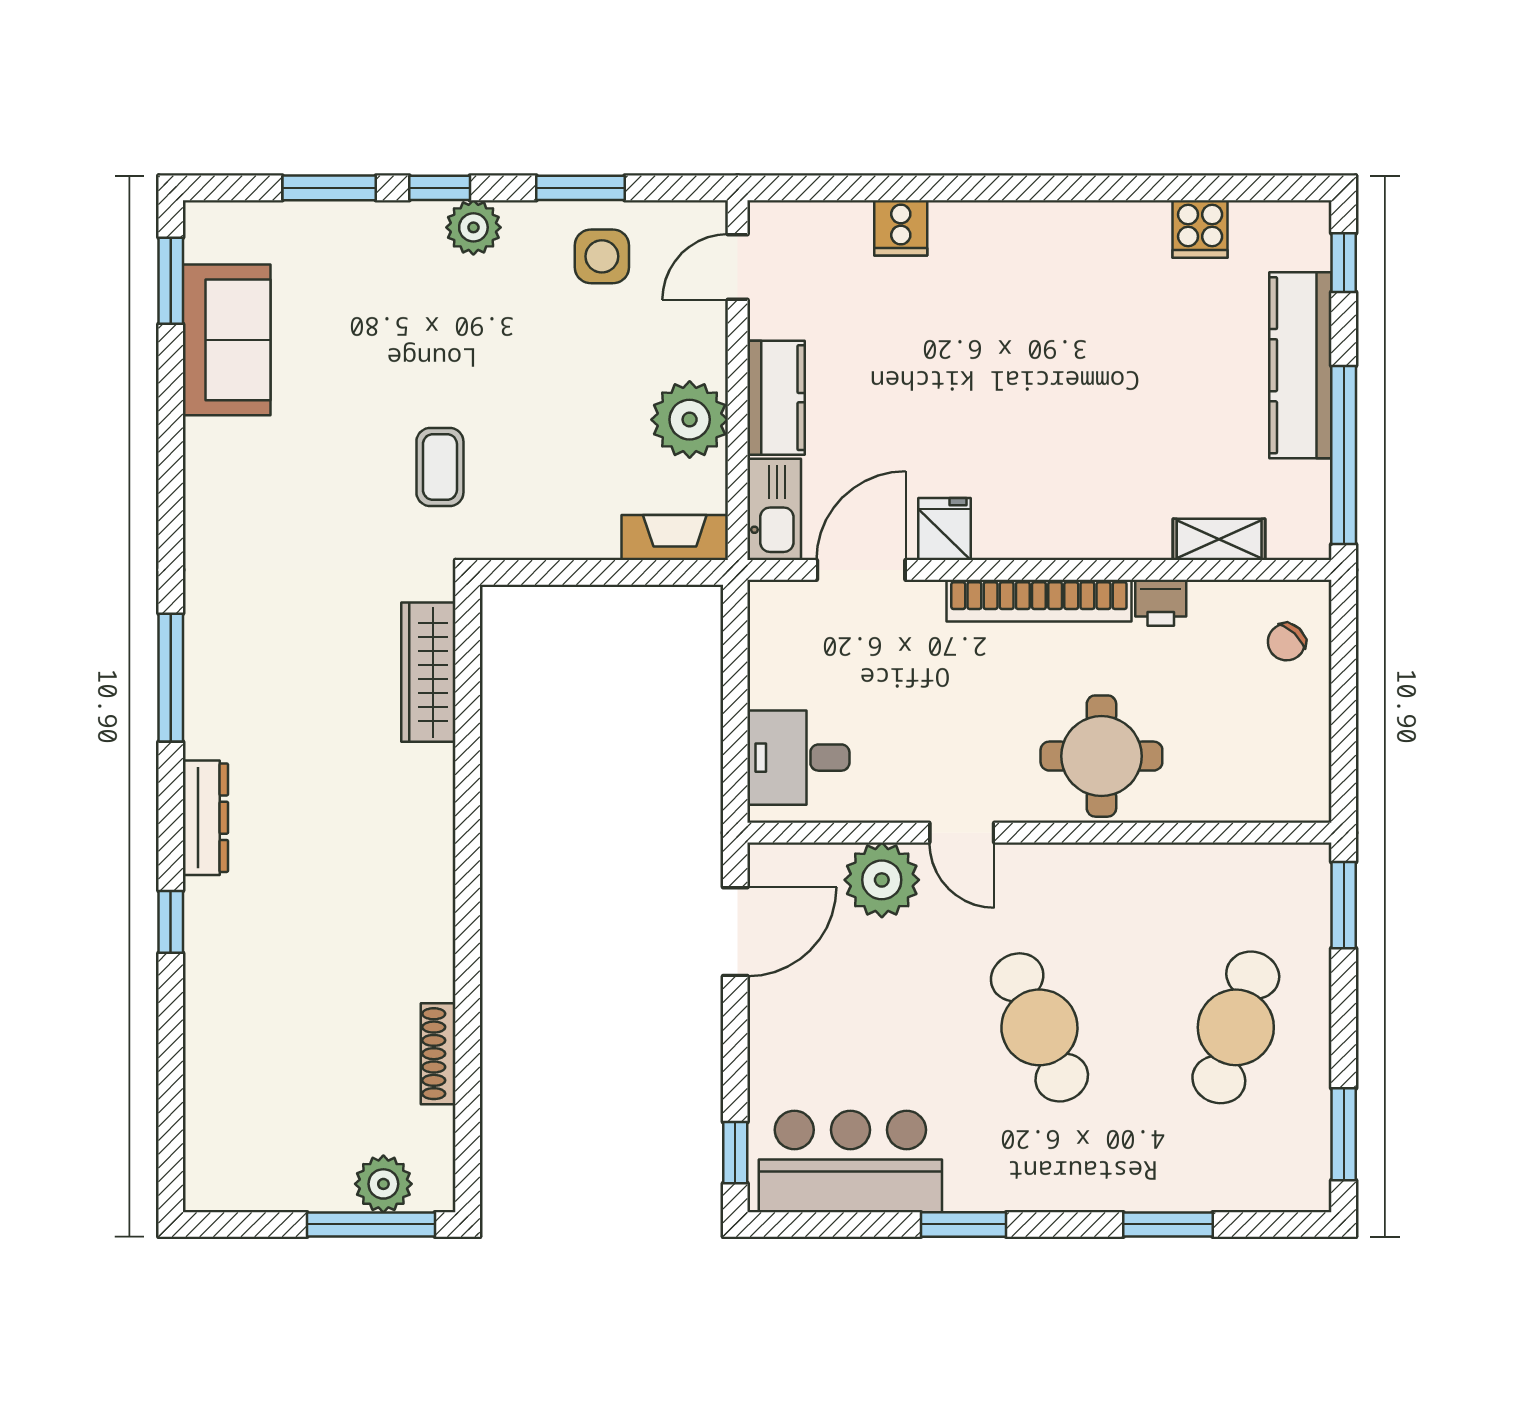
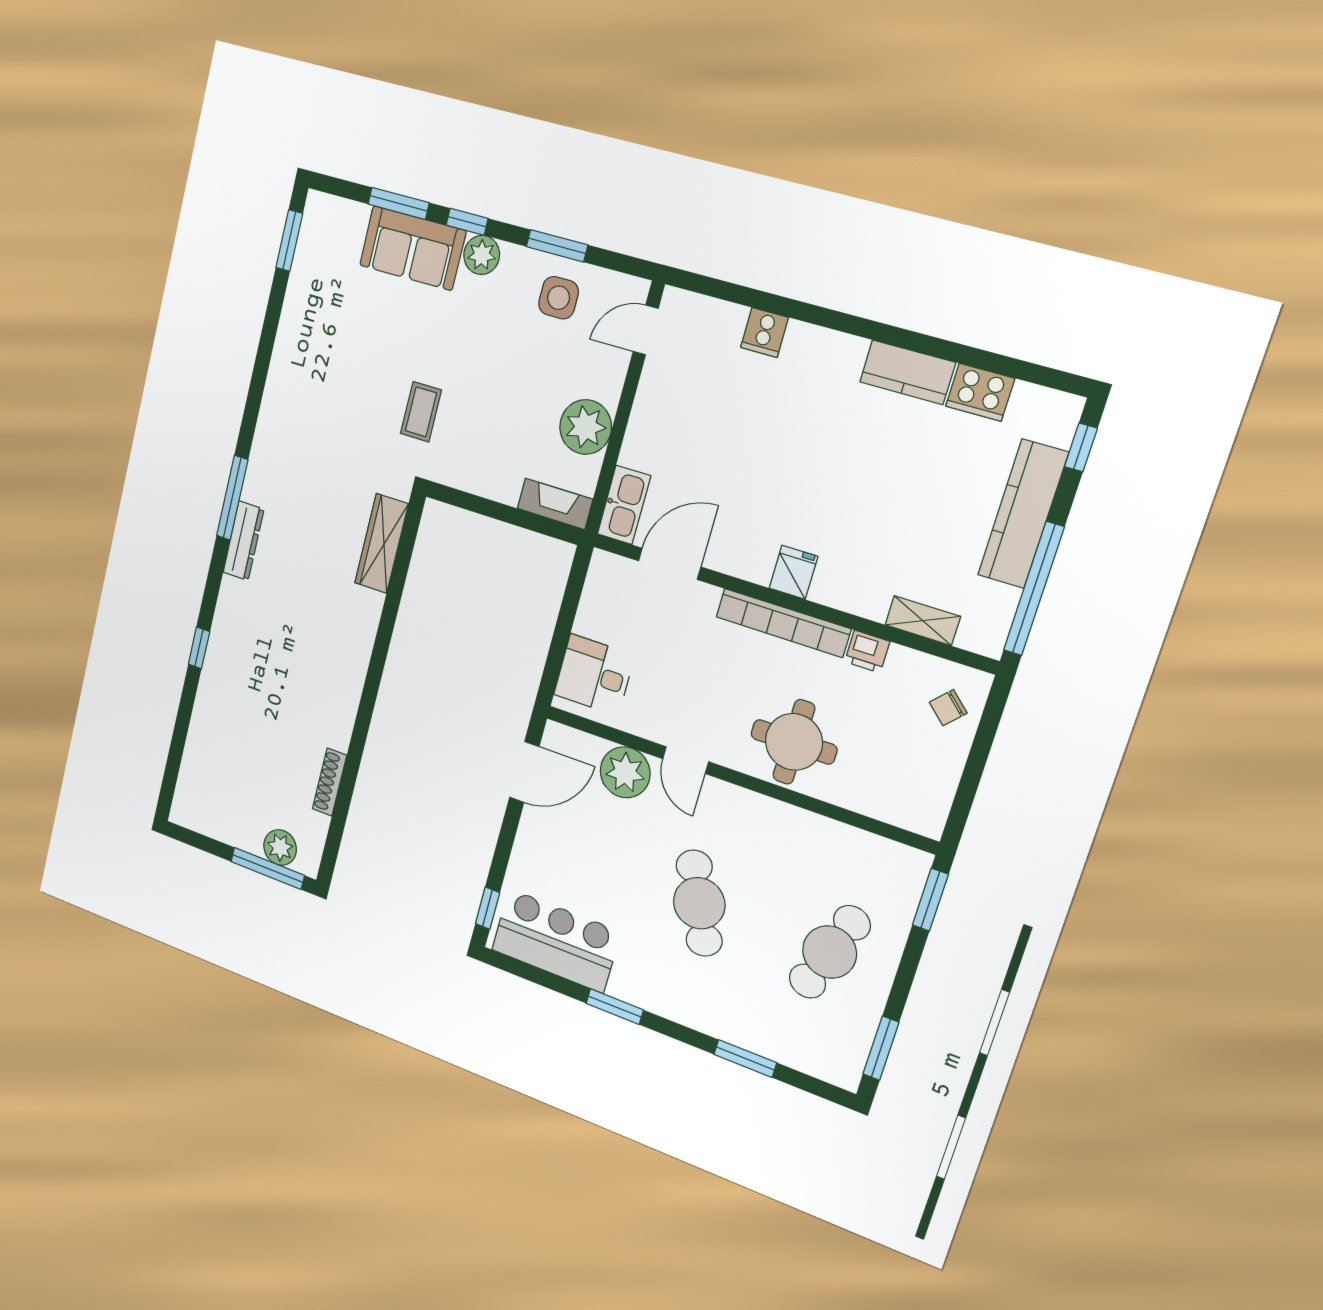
cooker: (1200, 229) -> (980, 392), width x1.36
sofa: (227, 340) -> (413, 248), moved, turned 90
kitchen counter: (776, 398) -> (908, 372), moved, turned 90
fridge: (944, 529) -> (794, 572), moved
dresser: (205, 818) -> (243, 541), moved

